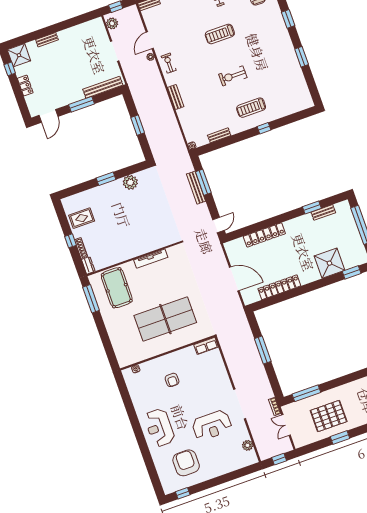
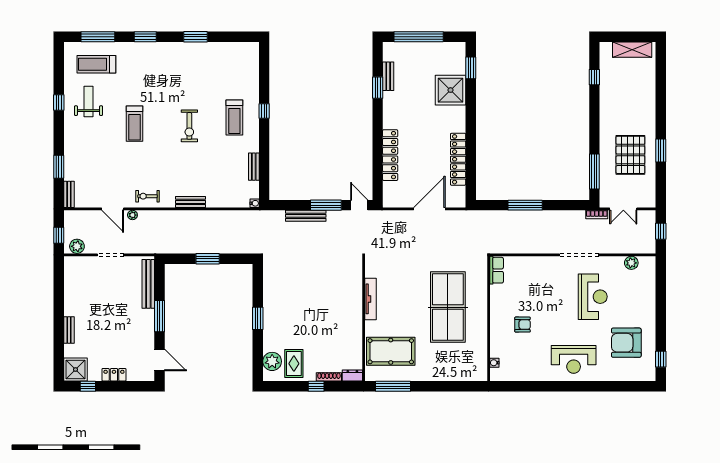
plant: (130, 182) -> (272, 361), moved
window: (203, 182) -> (326, 205), moved

